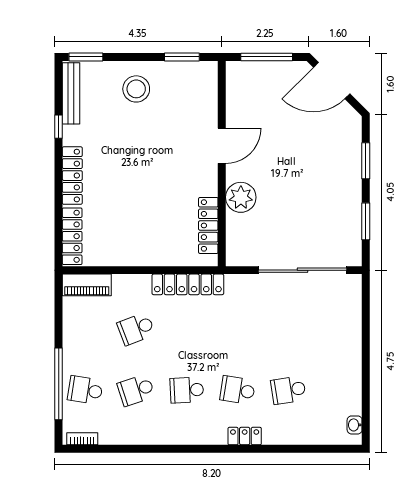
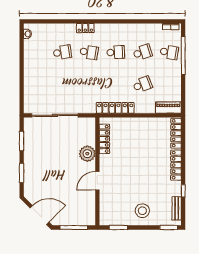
bench: (71, 93) -> (177, 208), width x0.73

